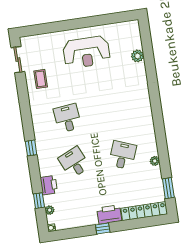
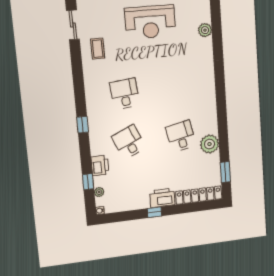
desk: (123, 155) -> (181, 136), turned -33
plant: (155, 161) -> (210, 144), width x1.88, depth x1.88

